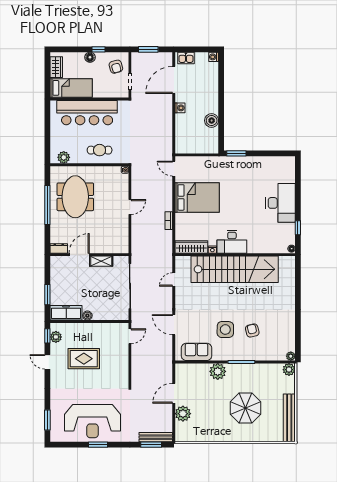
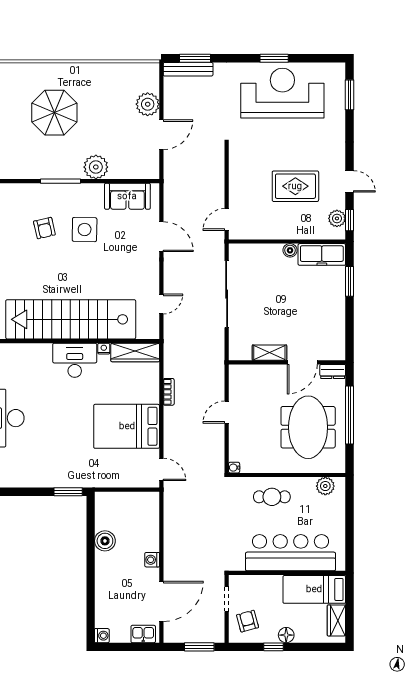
dresser: (59, 248) -> (333, 372), moved
door: (79, 255) -> (302, 362), moved
wall: (89, 255) -> (287, 362), moved
shelving: (101, 261) -> (269, 353), moved

